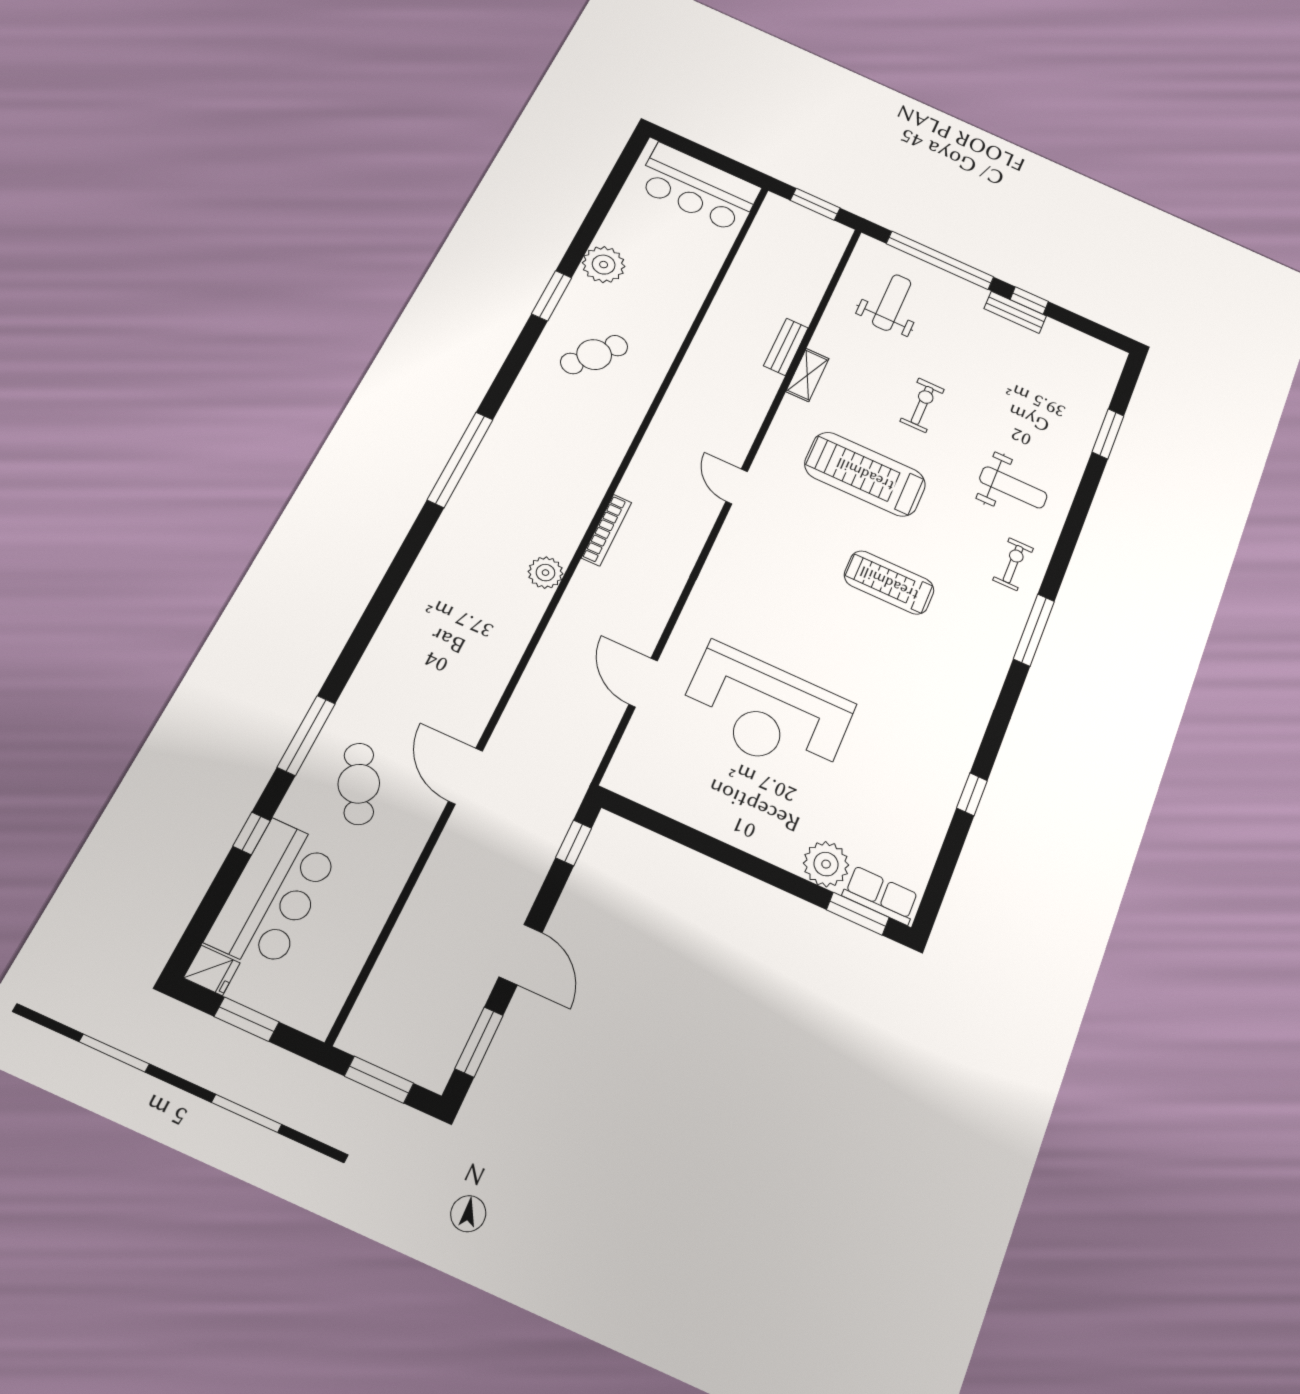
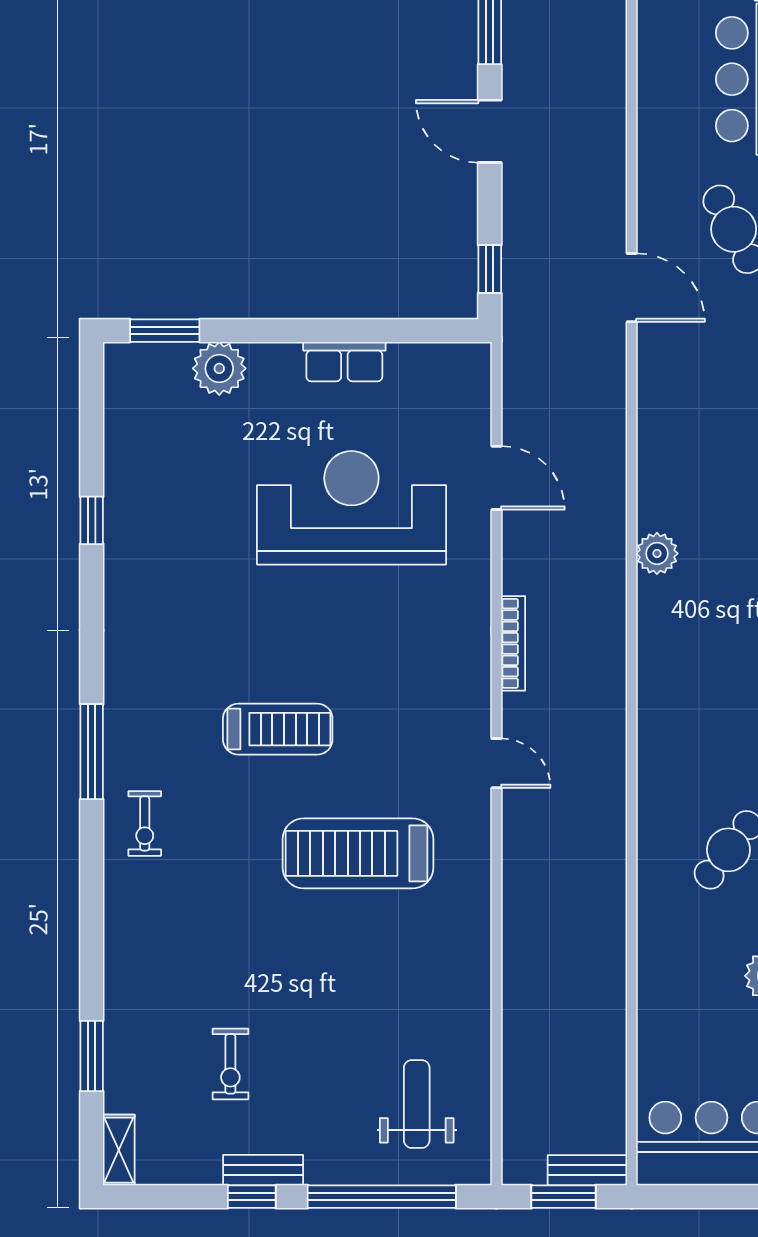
weight bench: (892, 302) -> (417, 1104), turned 180
bench: (786, 347) -> (587, 1170), moved, turned 90
shelving: (807, 375) -> (119, 1150), moved
exercise bike: (922, 405) -> (230, 1064), moved
treadmill: (865, 474) -> (358, 853), turned 180
weight bench: (1013, 487) -> (180, 924), removed
bookcase: (607, 530) -> (513, 643), moved, turned 180
row of seats: (881, 895) -> (344, 362), moved

